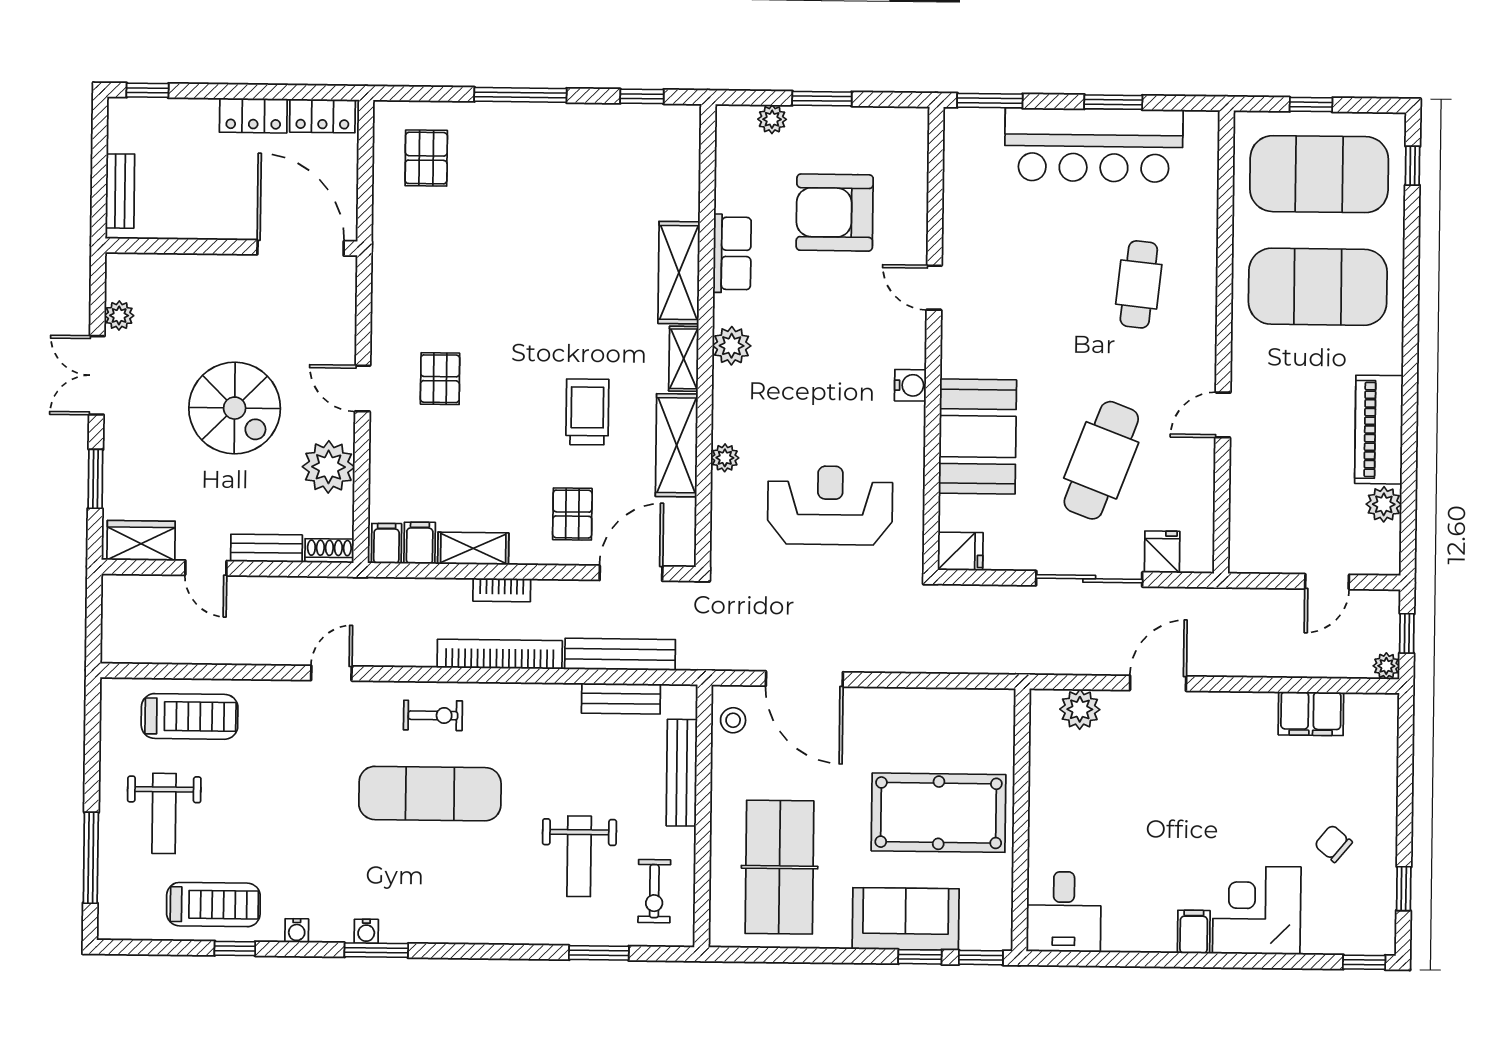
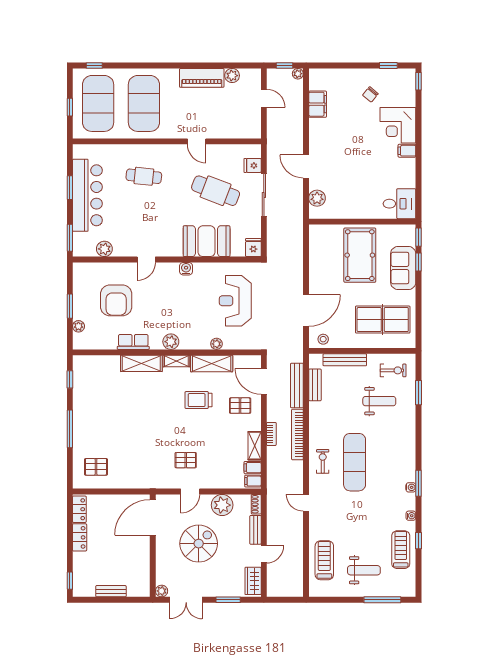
plant: (962, 185) -> (104, 249), added
wall: (231, 247) -> (153, 546), moved
door: (301, 248) -> (153, 517), moved

